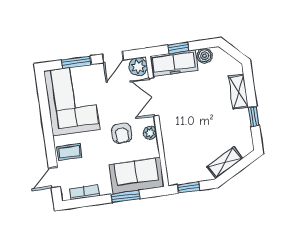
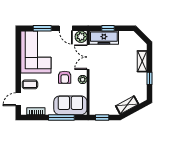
boiler: (205, 56) -> (124, 36), removed
door: (113, 57) -> (66, 28), hinge flipped
window: (125, 196) -> (61, 117), width x1.44

